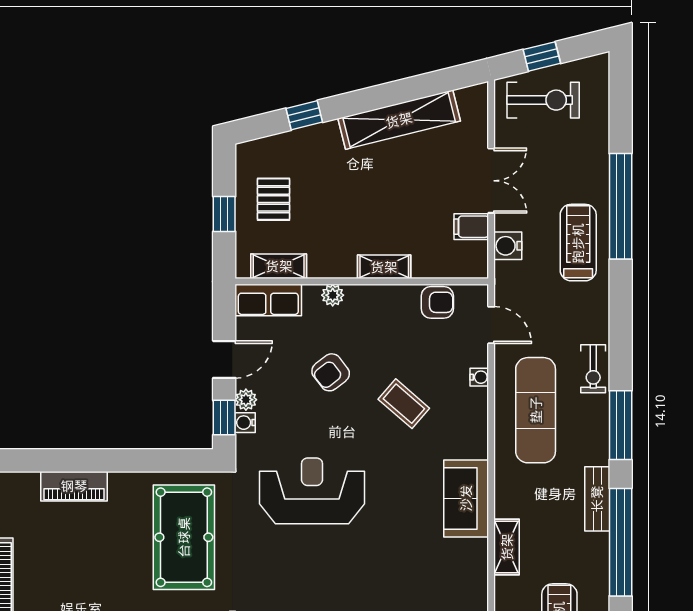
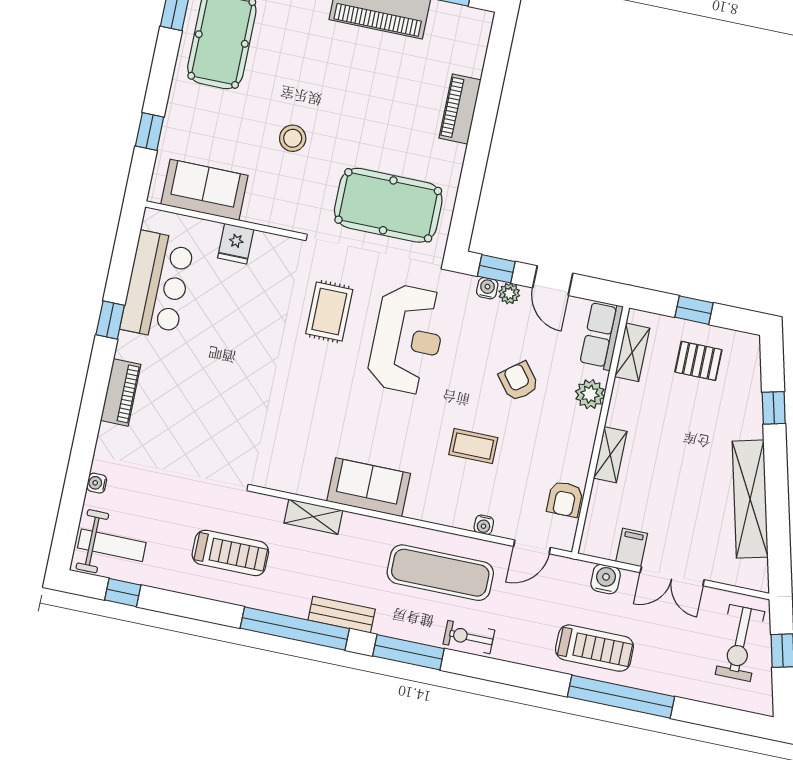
plant: (333, 295) -> (590, 394), width x1.38, depth x1.38
coffee table: (404, 404) -> (473, 446), turned 49
rug: (301, 573) -> (329, 312), added

